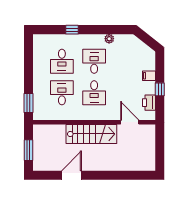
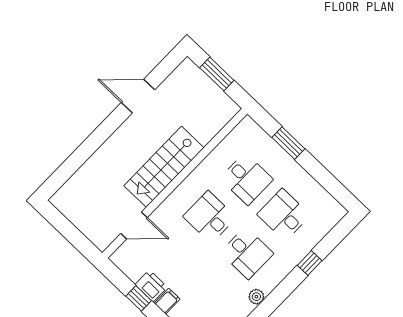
window: (29, 103) -> (288, 143), moved
printer: (149, 103) -> (151, 286), moved
door: (72, 175) -> (138, 96), swing flipped

